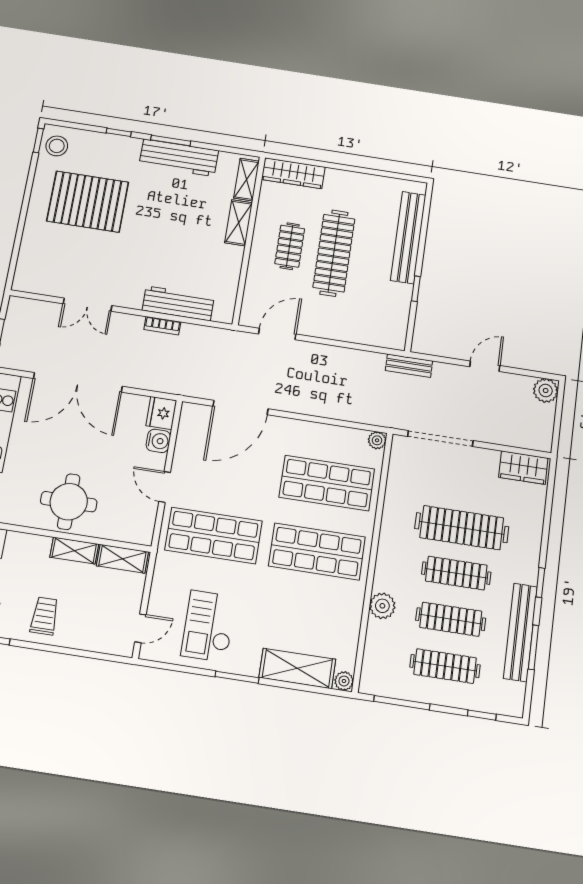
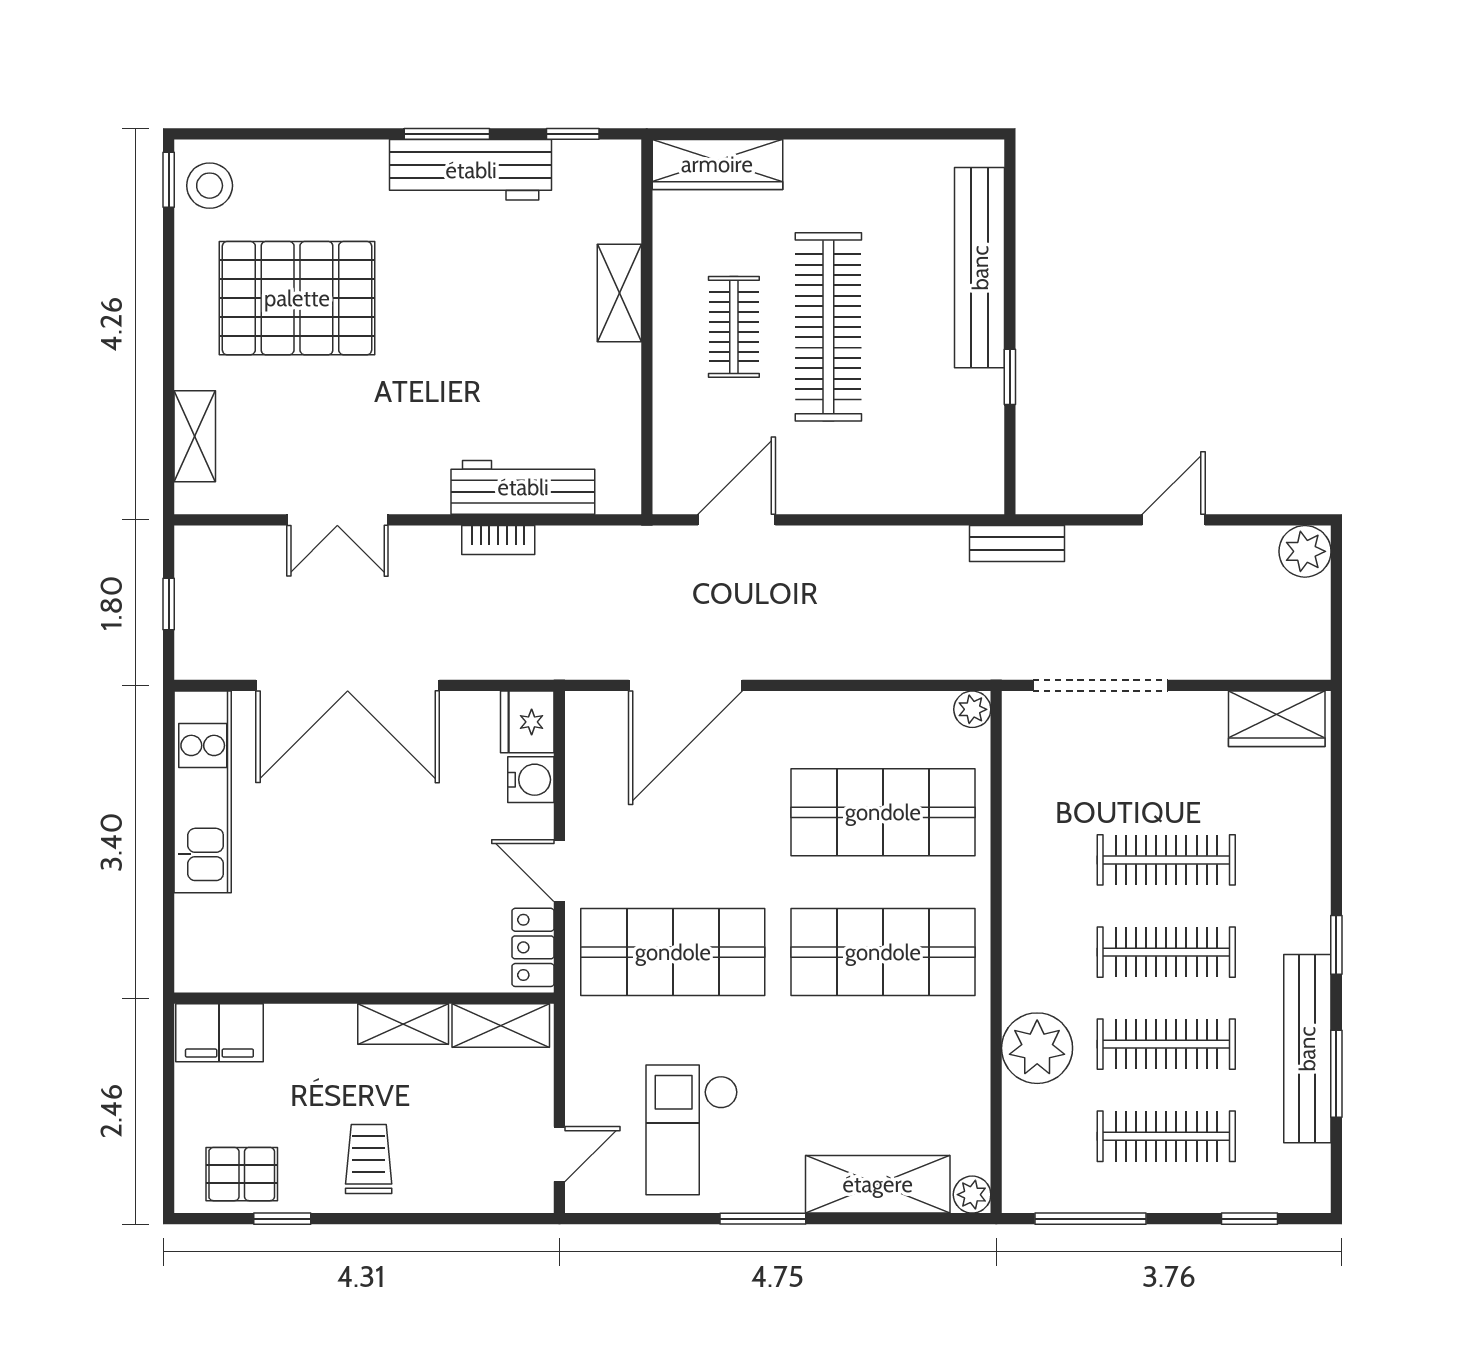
window: (119, 132) -> (573, 134), moved
shelving: (246, 180) -> (195, 436), moved
round table: (69, 502) -> (374, 930), removed
locker: (145, 523) -> (533, 947), added
clothes rail: (462, 528) -> (1166, 860), width x0.73, depth x0.76
plant: (382, 606) -> (1037, 1048), width x1.36, depth x1.36

